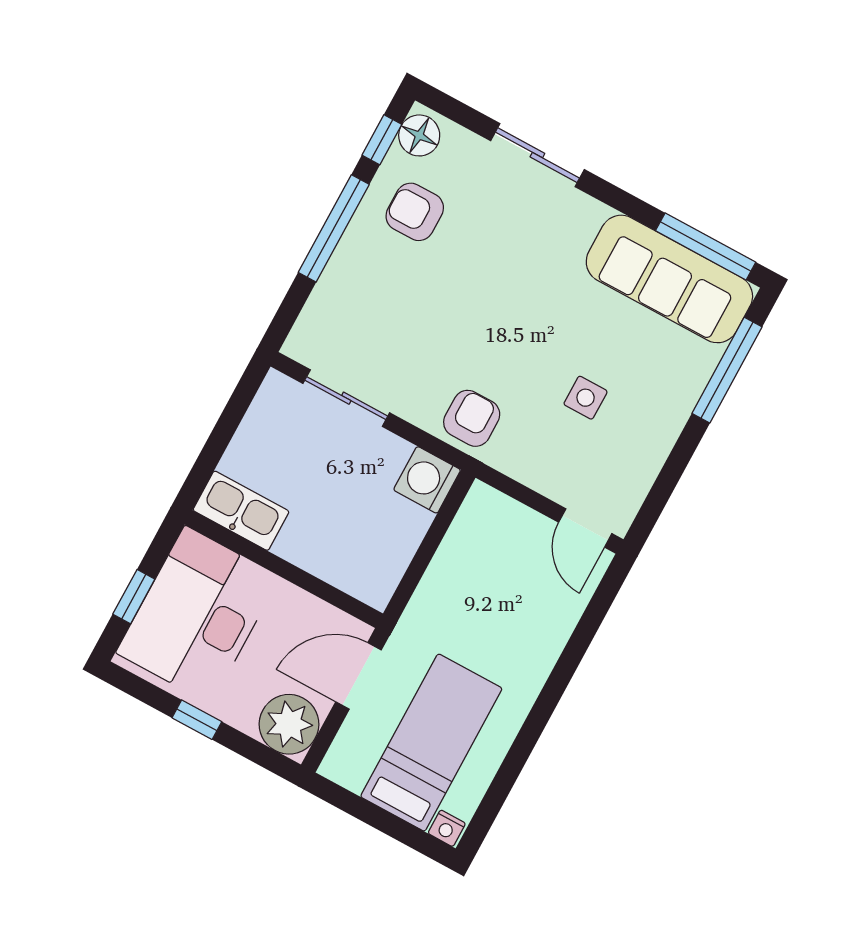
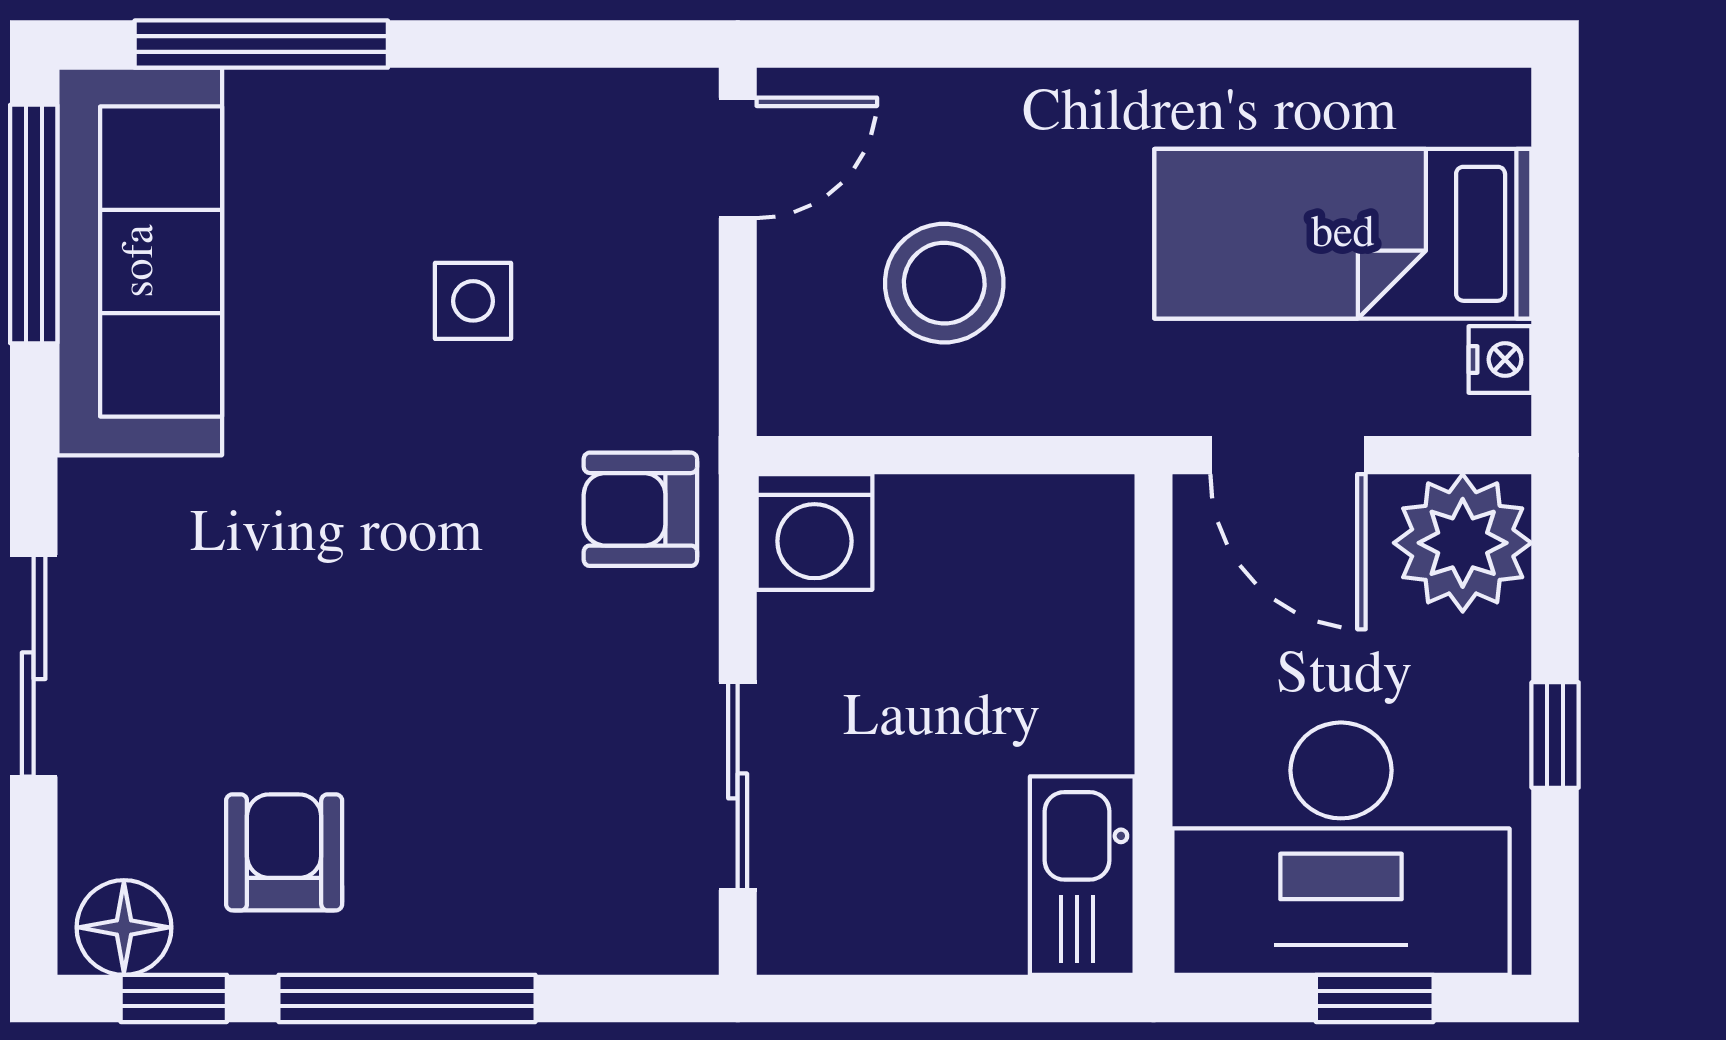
armchair: (415, 212) -> (284, 852), turned 180
stool: (495, 581) -> (944, 283), added
nightstand: (447, 828) -> (1500, 359), moved

